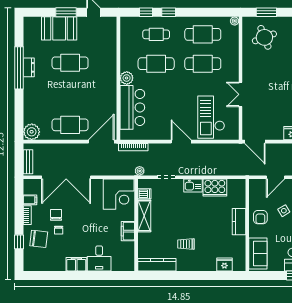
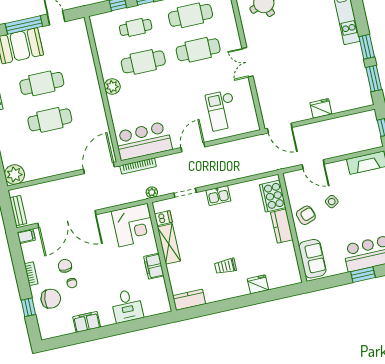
window: (66, 12) -> (24, 25), width x1.44
double door: (241, 94) -> (247, 62), moved
bar counter: (132, 107) -> (143, 141), moved, turned -90
checkout: (211, 117) -> (222, 110), width x0.73, depth x0.83
cafe table: (70, 125) -> (50, 120), moved
door: (181, 142) -> (193, 147), hinge flipped
door: (275, 177) -> (313, 164), hinge flipped
cooker: (215, 188) -> (273, 196), moved, turned 90
filing cabinet: (30, 200) -> (26, 236), moved
armchair: (260, 217) -> (306, 215), turned -109
filing cabinet: (76, 264) -> (87, 322), moved
kitchen counter: (157, 265) -> (189, 300), width x0.67
fridge: (224, 265) -> (258, 284), moved

